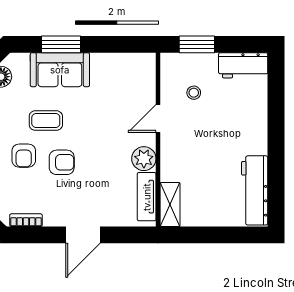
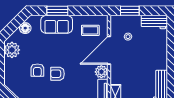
door: (158, 118) -> (109, 50), width x1.87
coffee table: (46, 121) -> (90, 30), moved
armchair: (62, 162) -> (58, 74), turned 180

